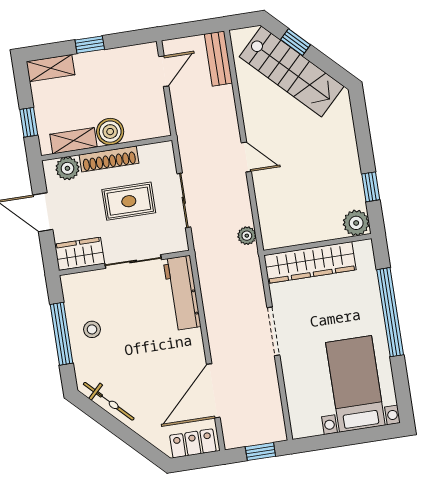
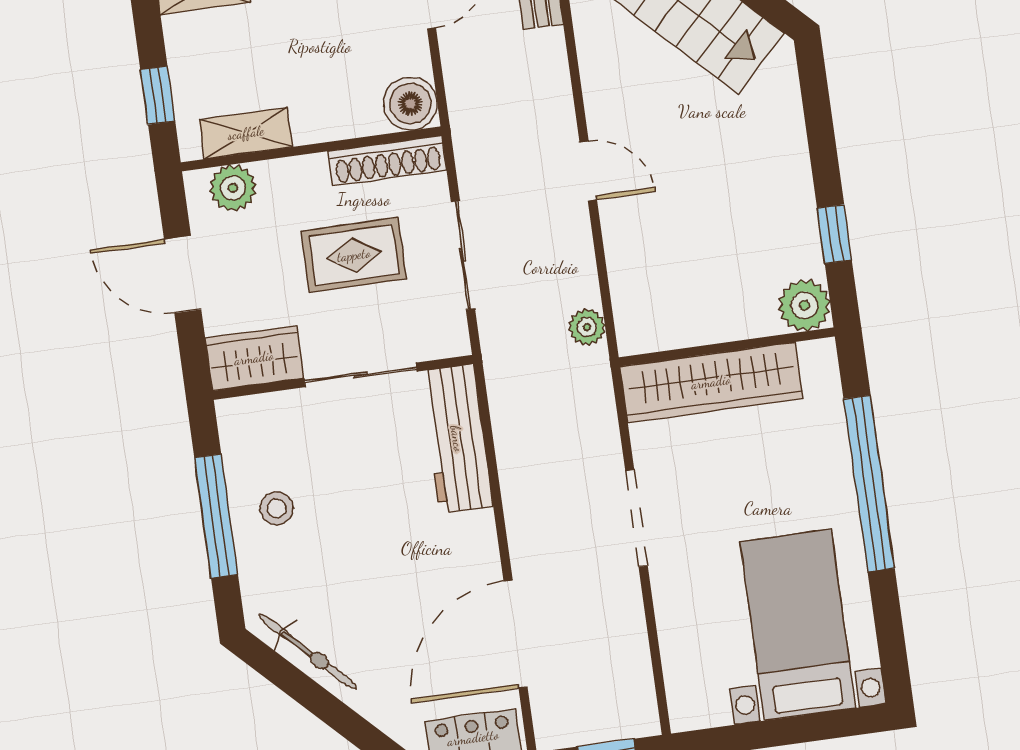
boiler: (110, 132) -> (410, 104), moved
shoe rack: (109, 159) -> (388, 161), moved

